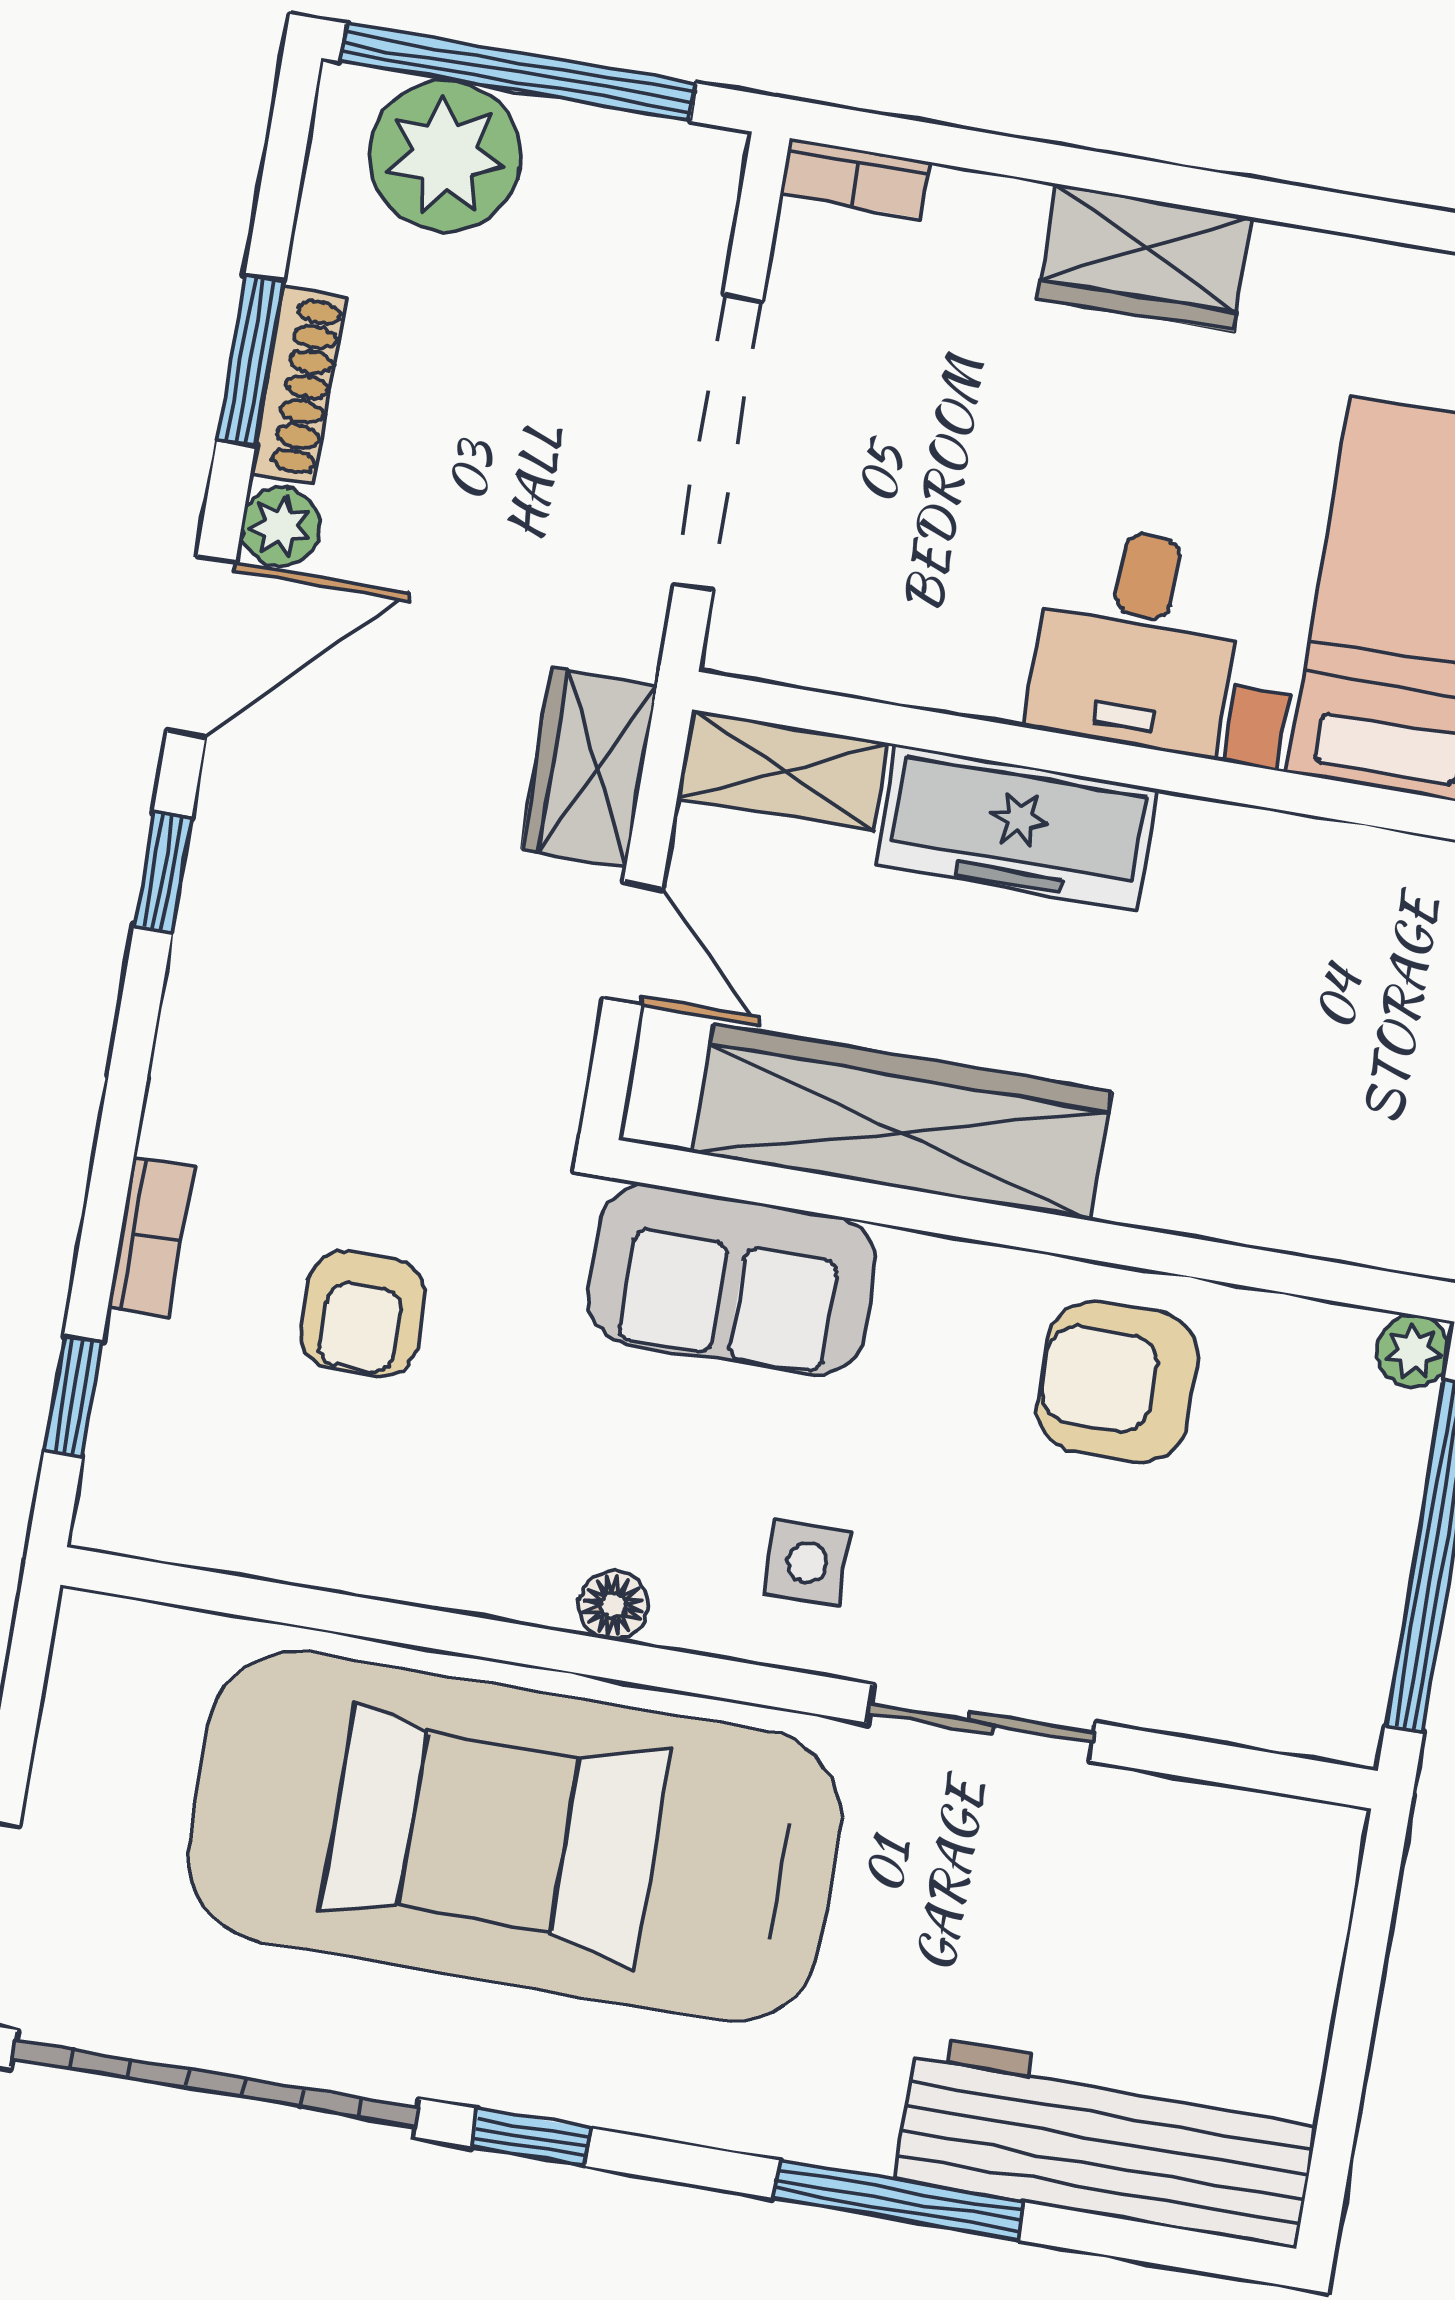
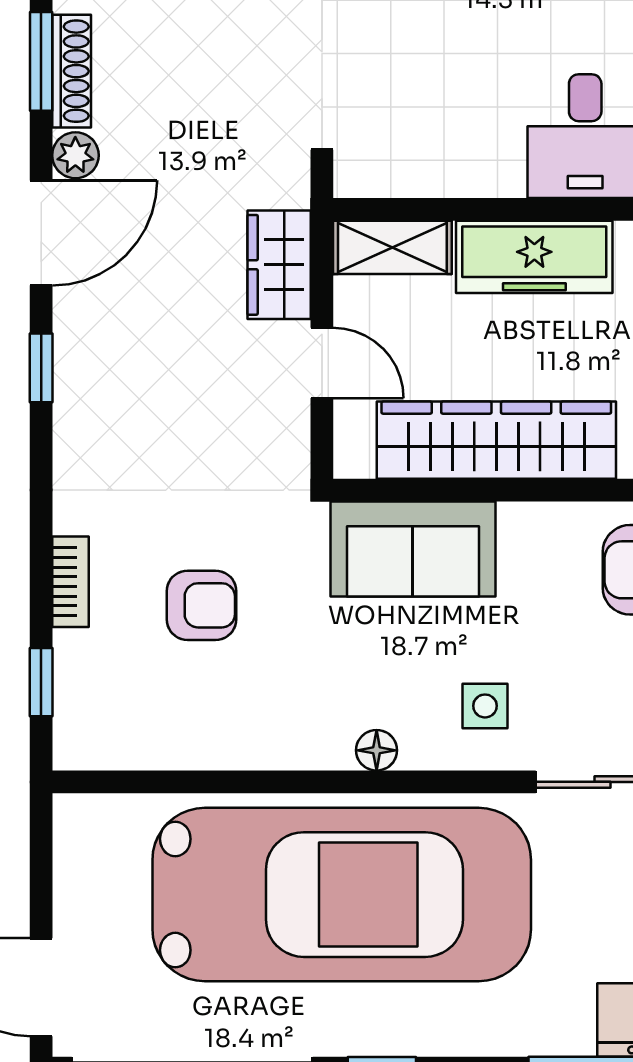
armchair: (363, 1314) -> (201, 605), turned -90
car: (514, 1836) -> (342, 895), turned 180

